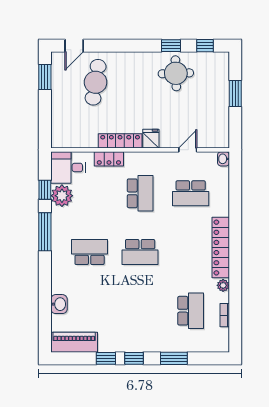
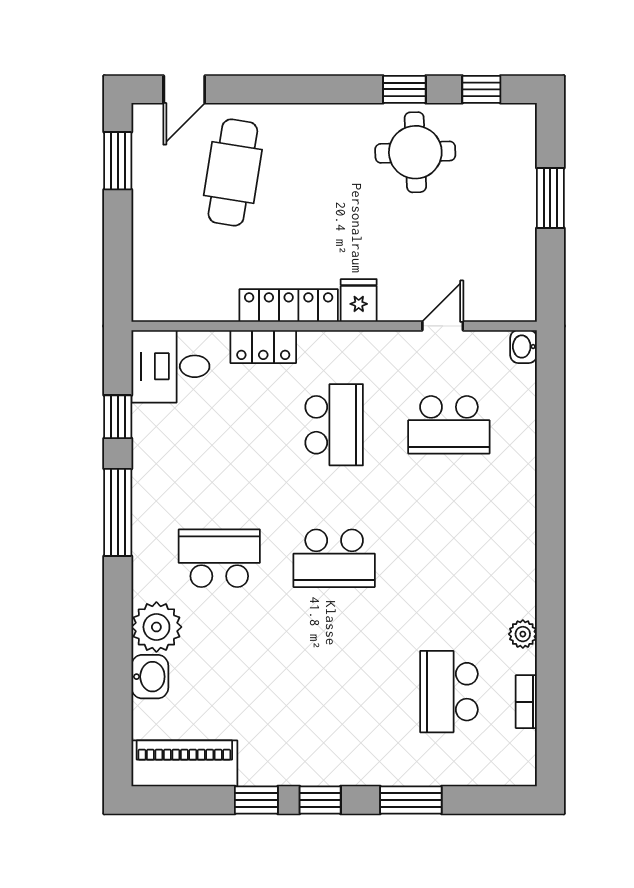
plant: (62, 196) -> (156, 627), moved
locker: (221, 248) -> (517, 548), removed
school desk: (191, 311) -> (449, 692), turned 180

